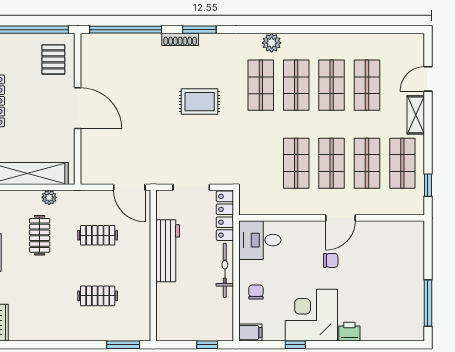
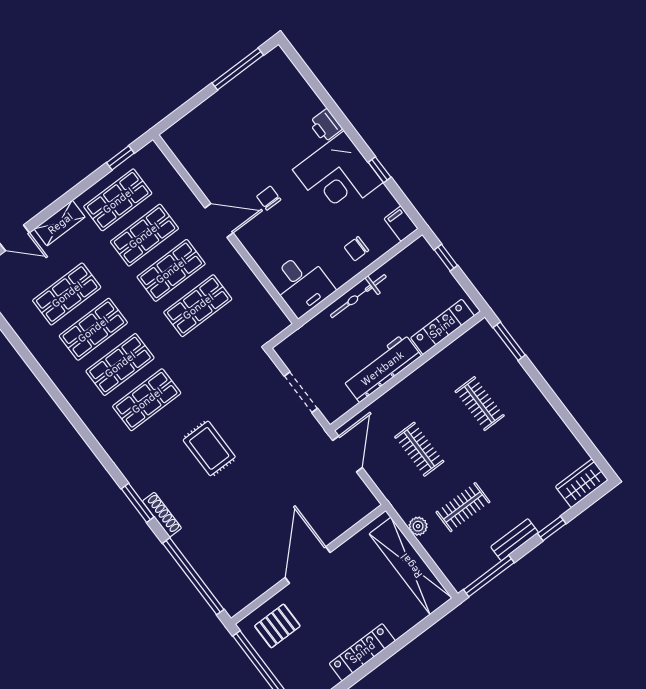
plant: (272, 43) -> (96, 421), removed
locker: (225, 216) -> (442, 327), moved, turned 180

